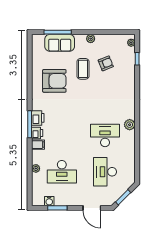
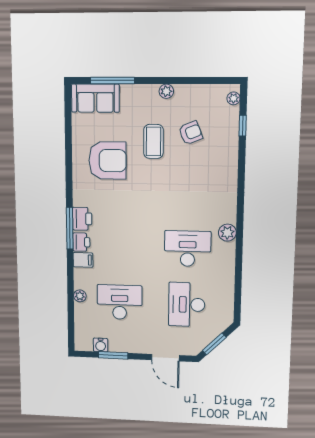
sofa: (60, 43) -> (95, 98), moved
desk: (62, 172) -> (120, 302), turned 180

